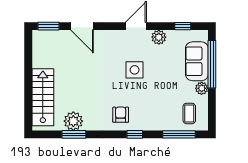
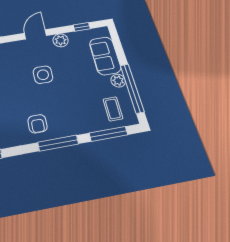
window: (212, 64) -> (132, 88), moved
armchair: (121, 115) -> (38, 124), turned 180
window: (135, 134) -> (58, 143), width x2.17

